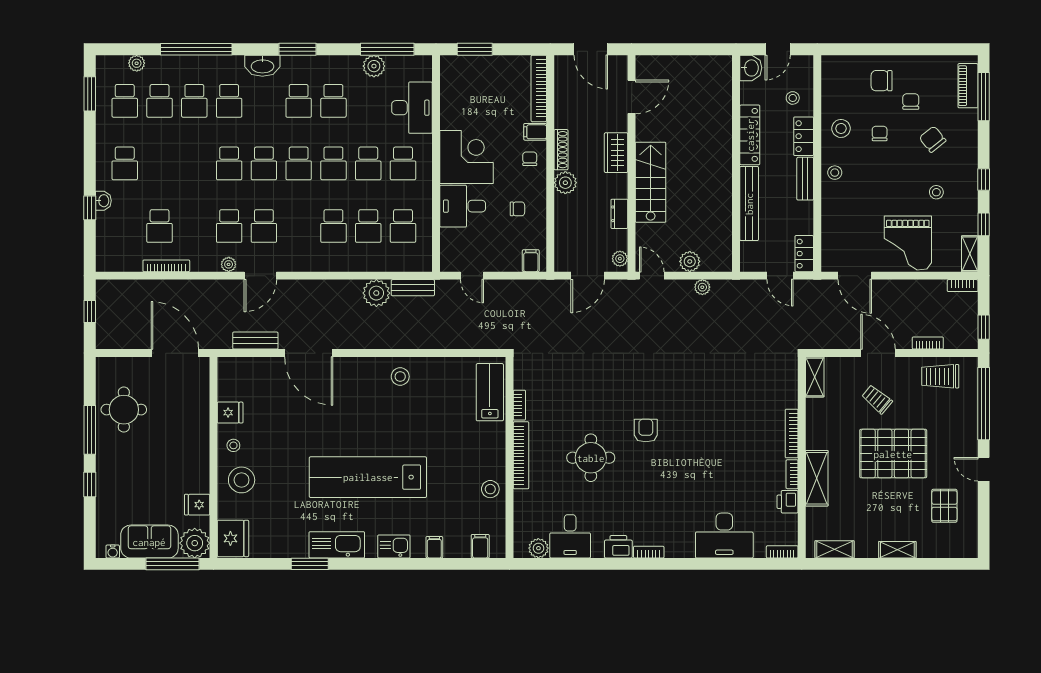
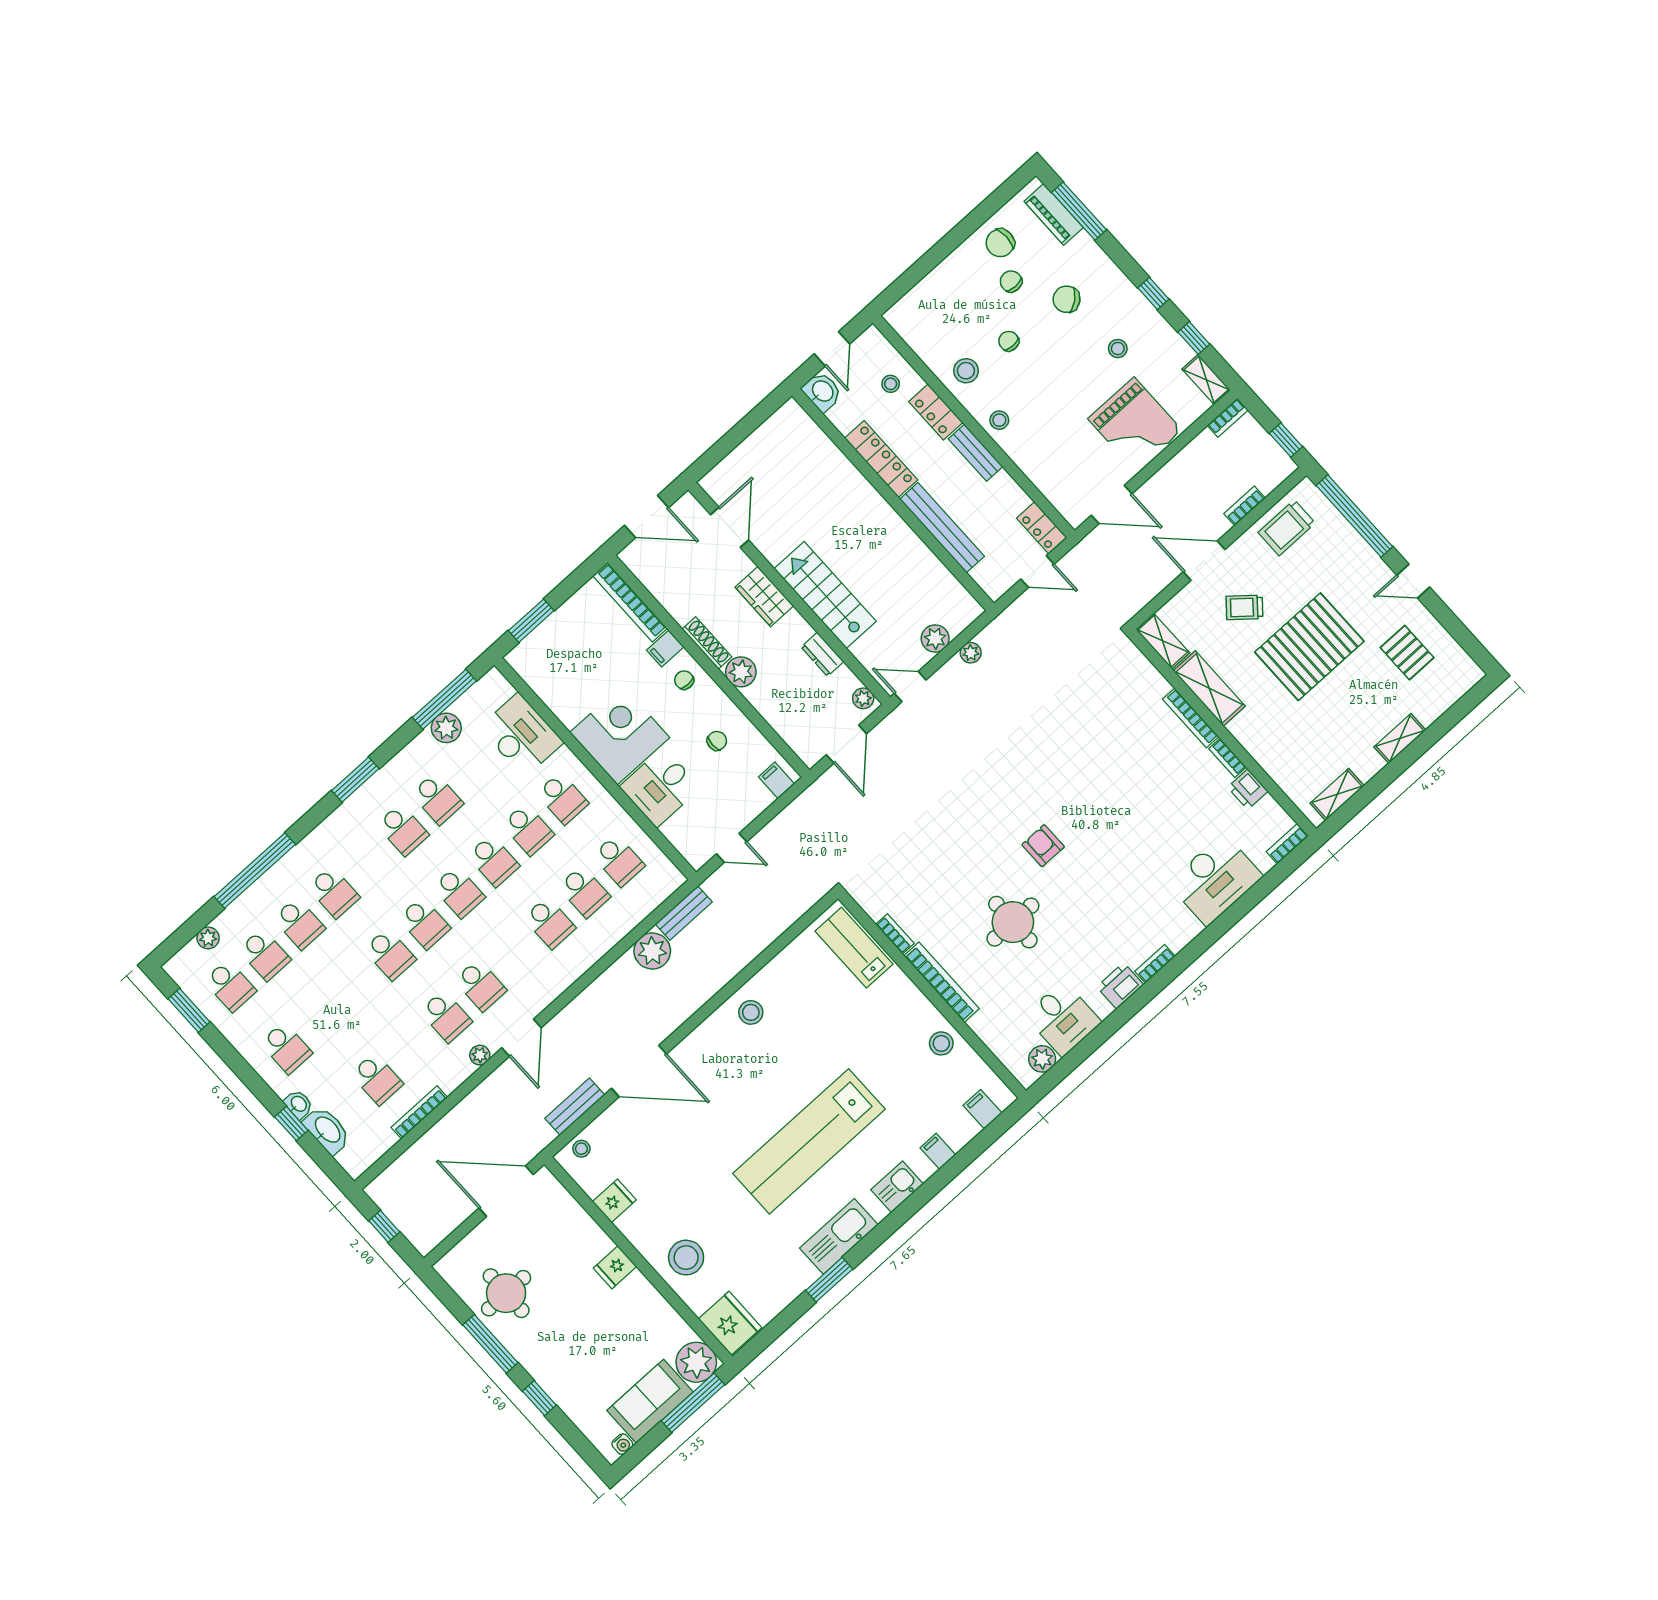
washbasin: (262, 66) -> (327, 1130), moved, turned -90
chair: (882, 81) -> (1000, 243), moved
stool: (233, 445) -> (581, 1149), moved
shelving: (817, 478) -> (1209, 688), moved
fridge: (197, 505) -> (615, 1267), moved

